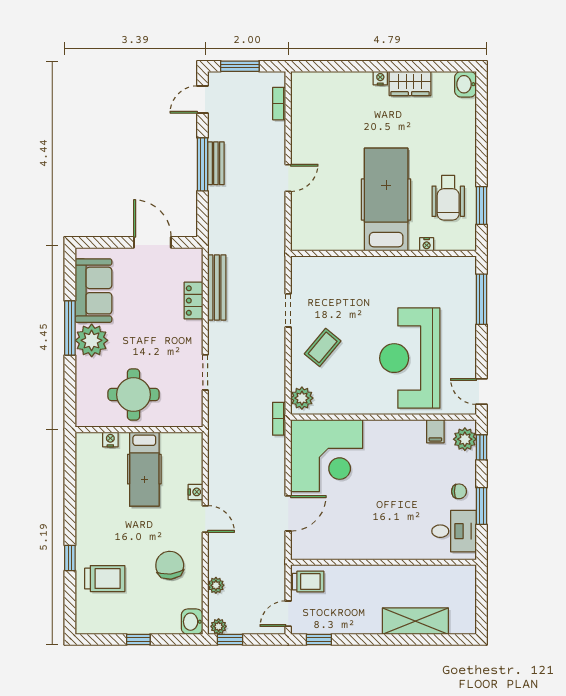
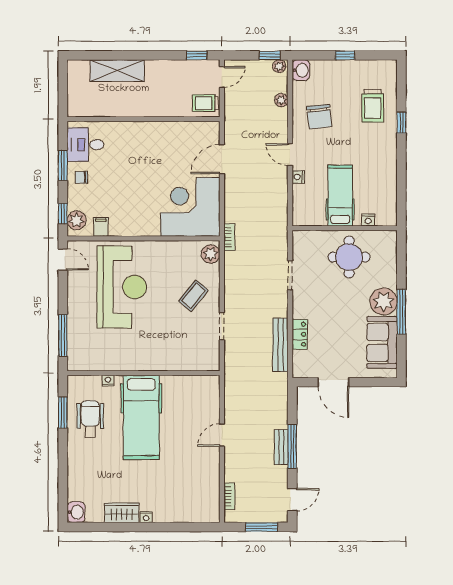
trolley: (105, 579) -> (373, 106), turned -90

